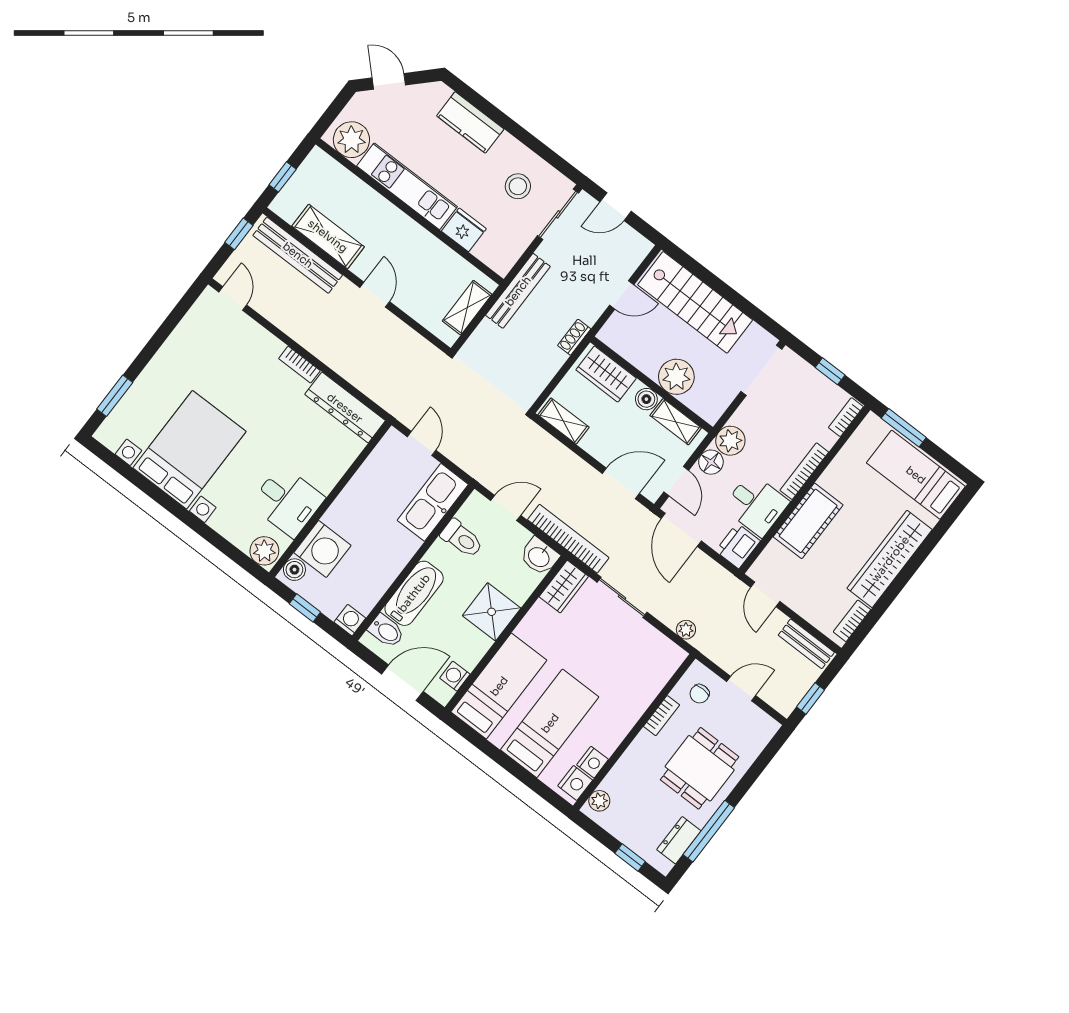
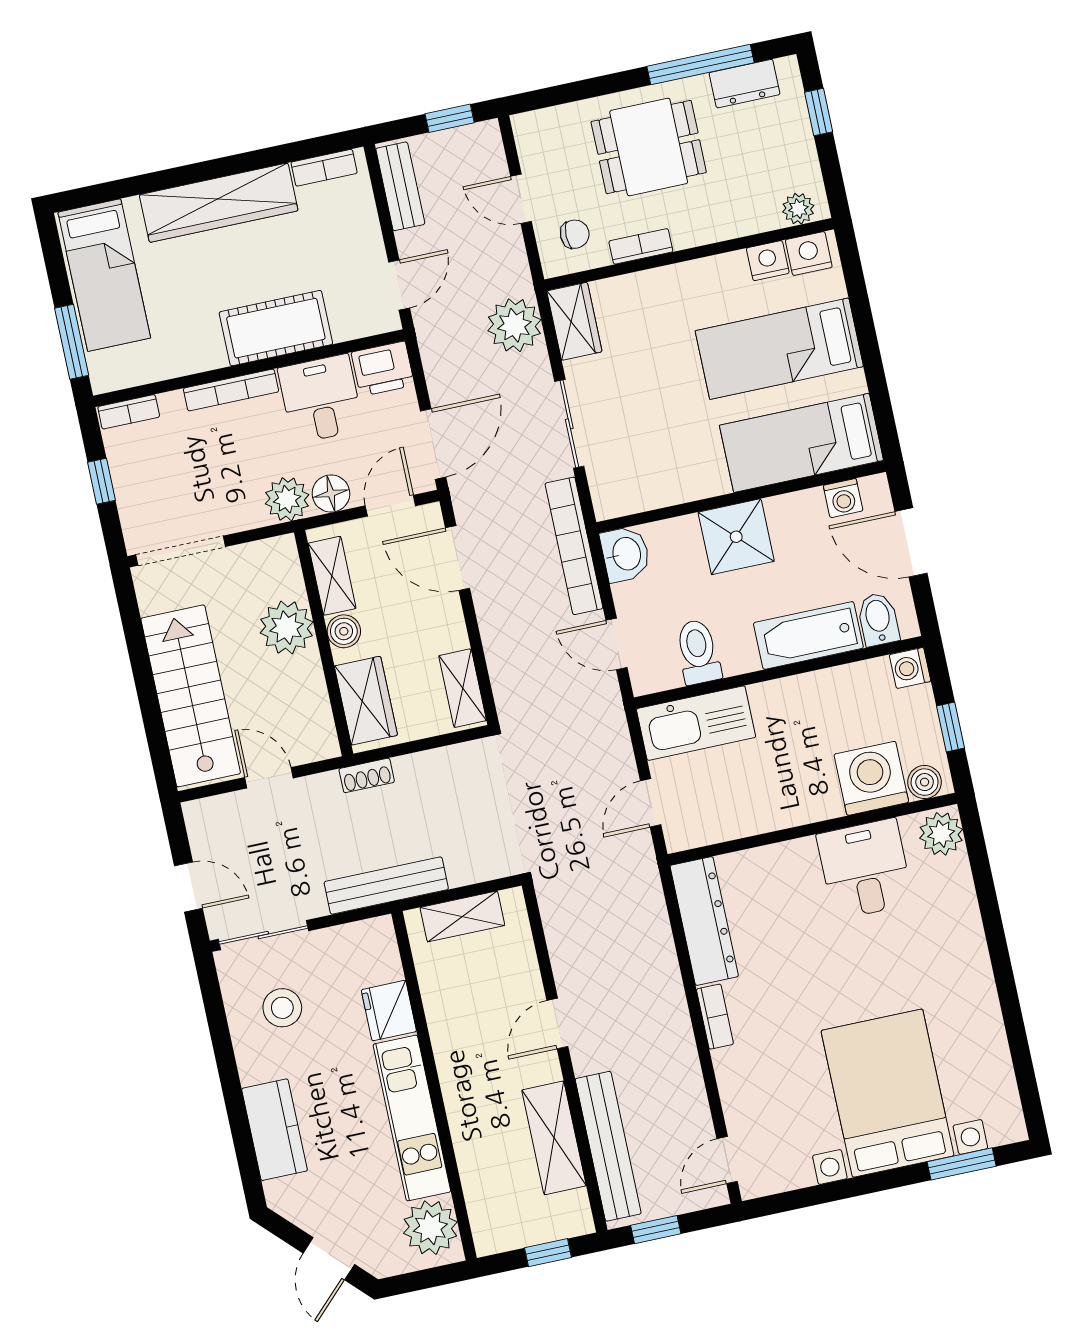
bed with nightstands: (189, 450) -> (887, 1093), moved, turned 90
wardrobe: (564, 587) -> (574, 321), moved, turned 90
plant: (686, 630) -> (514, 325), width x1.88, depth x1.88

